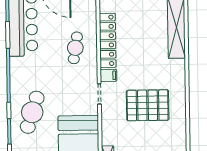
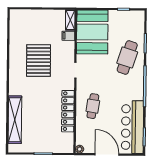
filing cabinet: (109, 75) -> (68, 36), moved
pallet: (148, 105) -> (39, 61), turned 90

